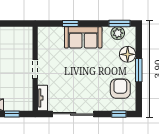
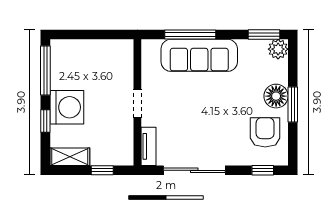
window: (70, 23) -> (190, 35), width x2.17
plant: (118, 33) -> (278, 49), moved
sofa: (83, 37) -> (199, 55), width x1.36
floor lamp: (128, 54) -> (276, 96), moved

